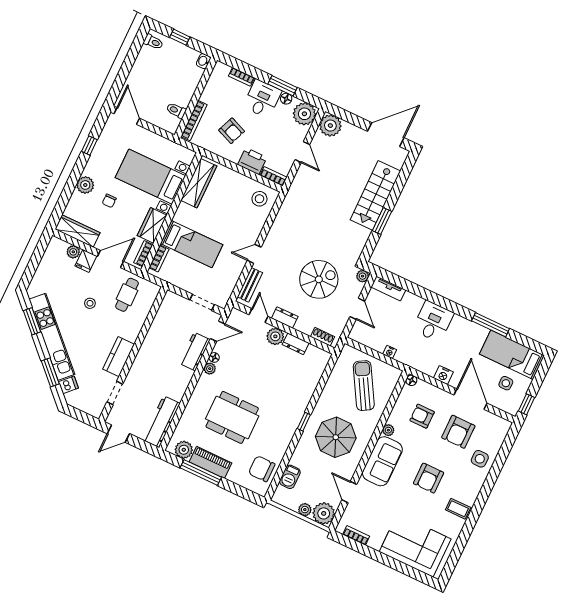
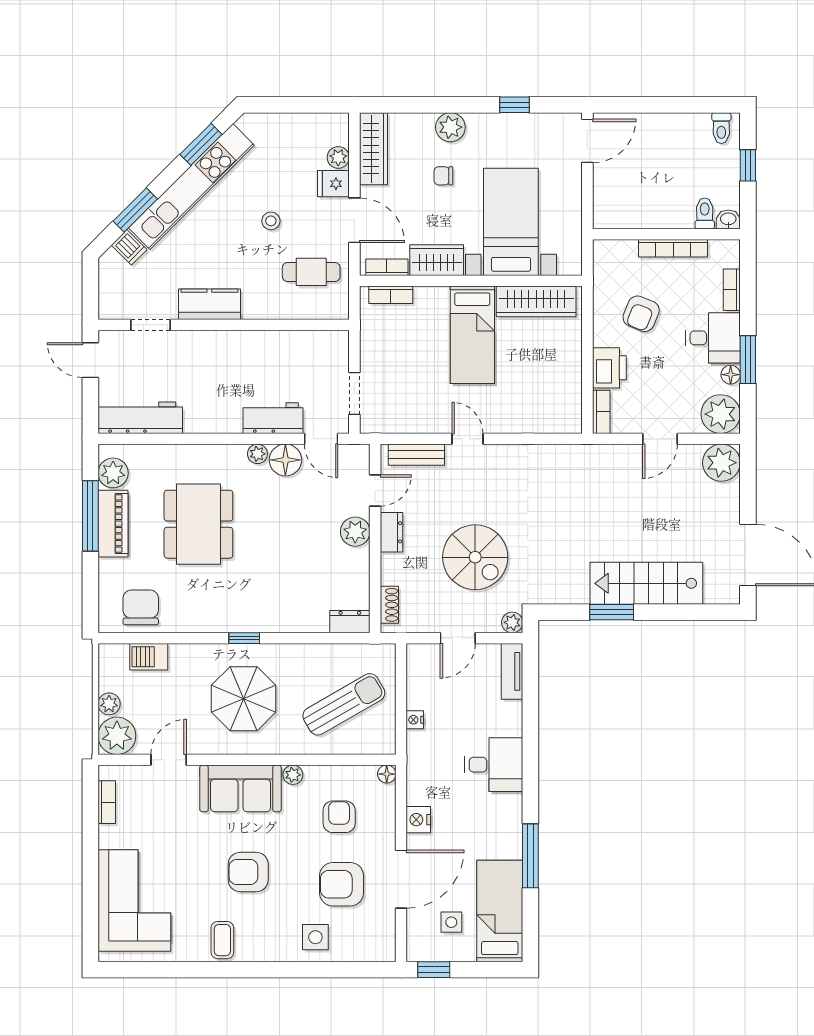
toilet: (176, 111) -> (705, 213), moved
bookcase: (194, 121) -> (673, 248), moved
stool: (259, 199) -> (556, 407), removed
bed: (192, 244) -> (472, 335), moved
dresser: (296, 344) -> (350, 622), moved, turned 90
floor lamp: (214, 357) -> (285, 460), width x1.89, depth x1.89

